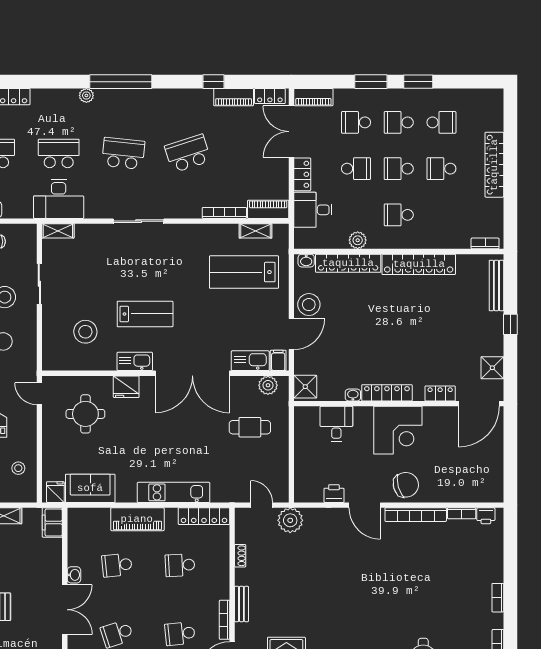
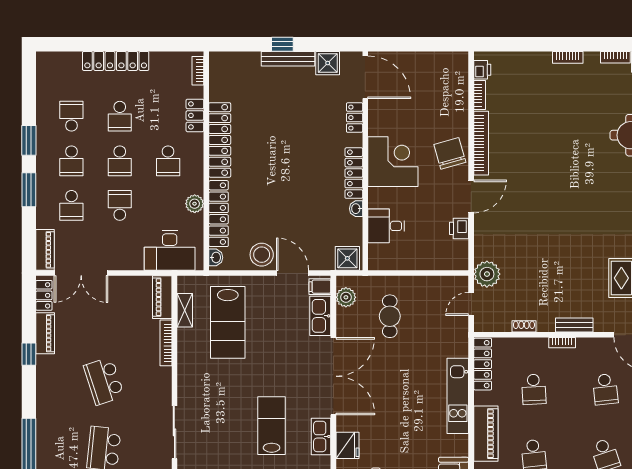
locker: (302, 174) -> (195, 115), moved, turned -90
desk: (313, 210) -> (170, 250), width x1.37
bench: (496, 285) -> (288, 59), moved
bookcase: (225, 620) -> (562, 343), moved, width x0.64

